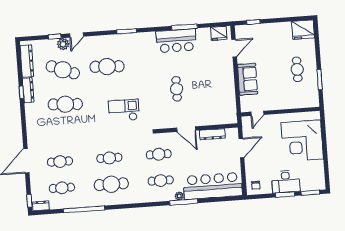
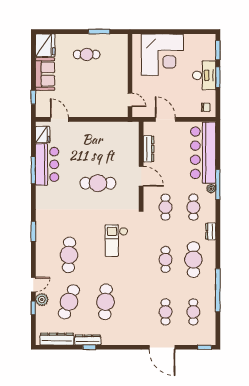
door: (77, 35) -> (33, 285), hinge flipped
bar counter: (176, 41) -> (47, 164), moved
sofa: (248, 79) -> (45, 74), moved, turned 90
cafe table: (177, 89) -> (98, 183), width x1.37, depth x1.35
door: (186, 129) -> (141, 176), hinge flipped
dresser: (41, 206) -> (211, 231), moved

